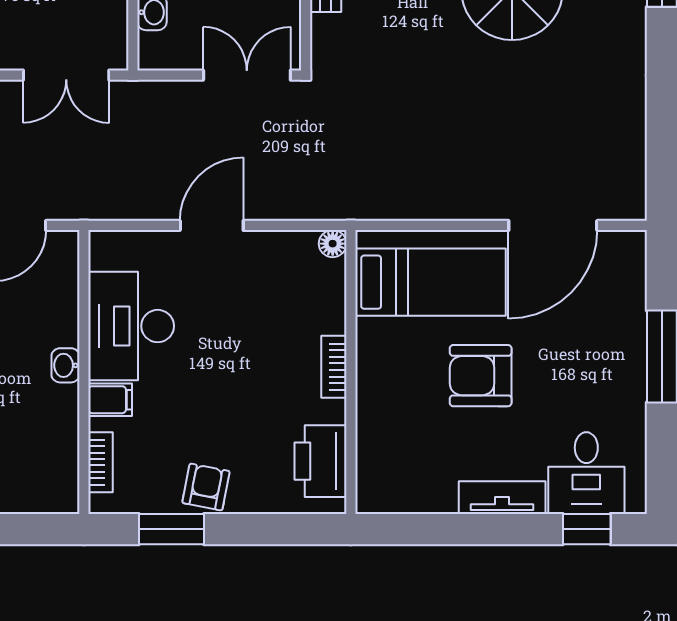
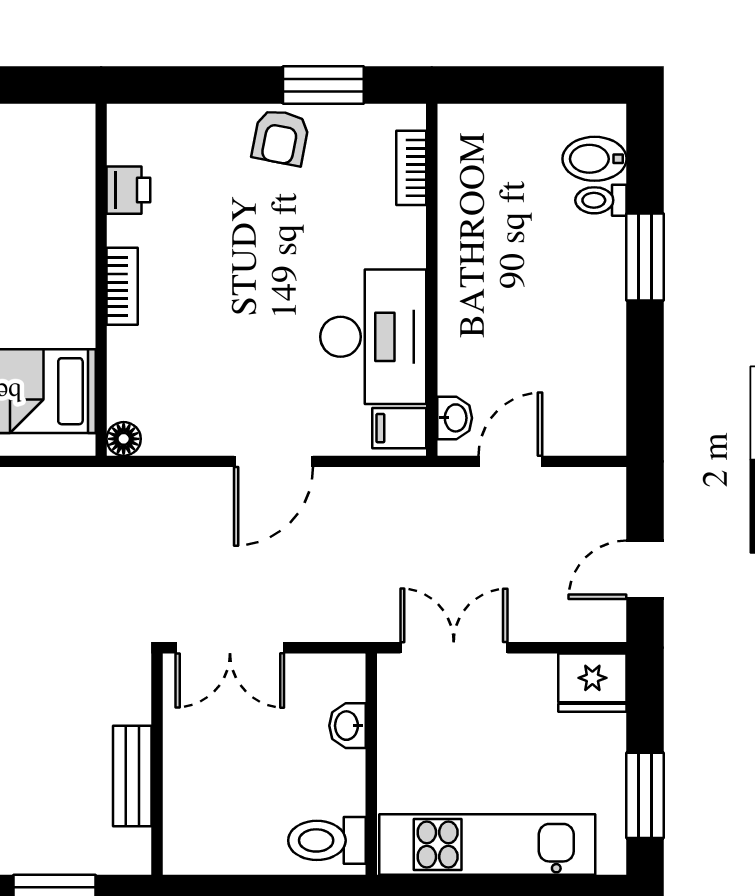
washbasin: (66, 365) -> (455, 418), moved
filing cabinet: (110, 400) -> (399, 428), moved
printer: (320, 461) -> (128, 190), width x0.53, depth x0.68

